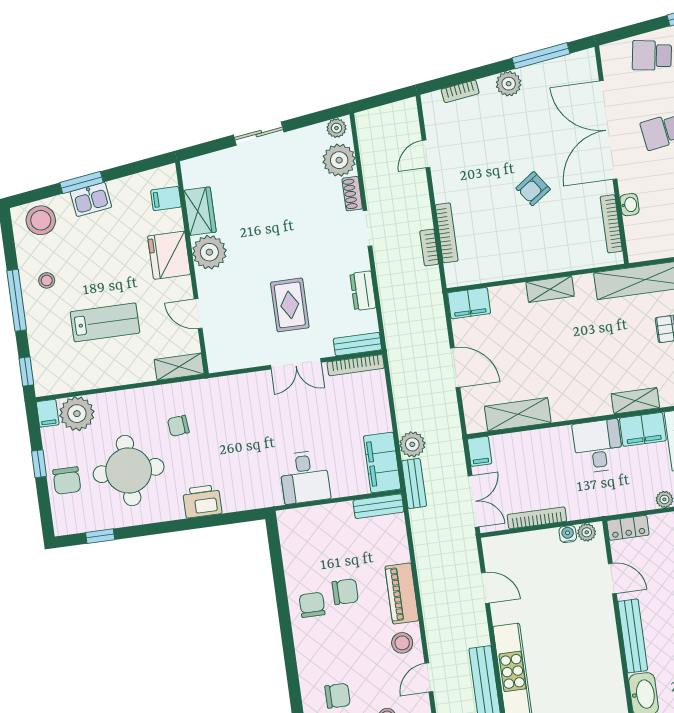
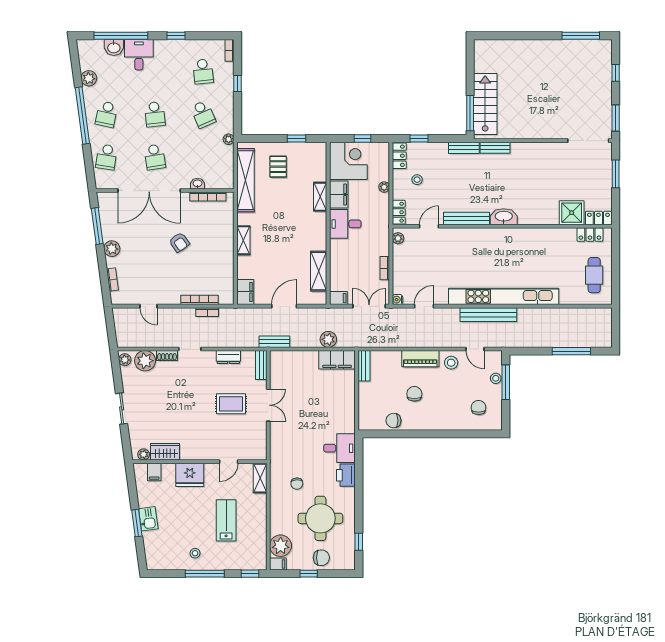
stool: (41, 220) -> (157, 552), removed
plant: (209, 252) -> (144, 454), moved, width x0.53, depth x0.53
bookcase: (356, 365) -> (274, 368), removed
desk: (305, 477) -> (339, 448), moved
bench: (414, 483) -> (274, 342), moved
bookcase: (537, 518) -> (385, 268), width x0.64
water cooler: (568, 534) -> (397, 300), moved
chair: (312, 605) -> (393, 421), moved

